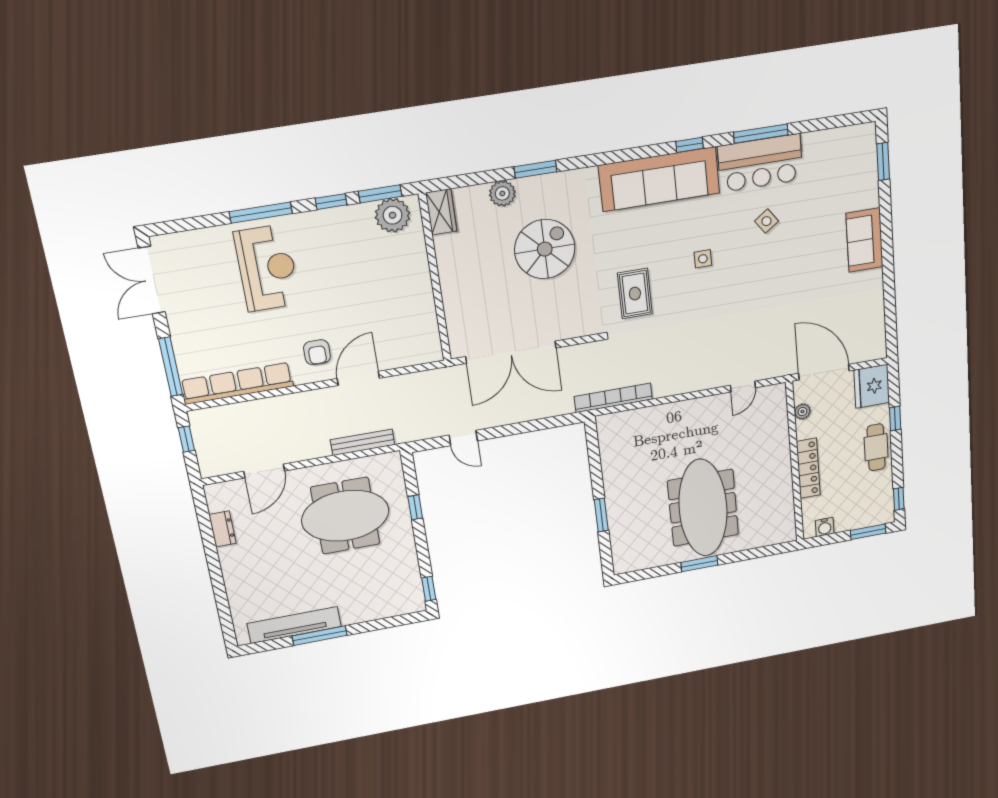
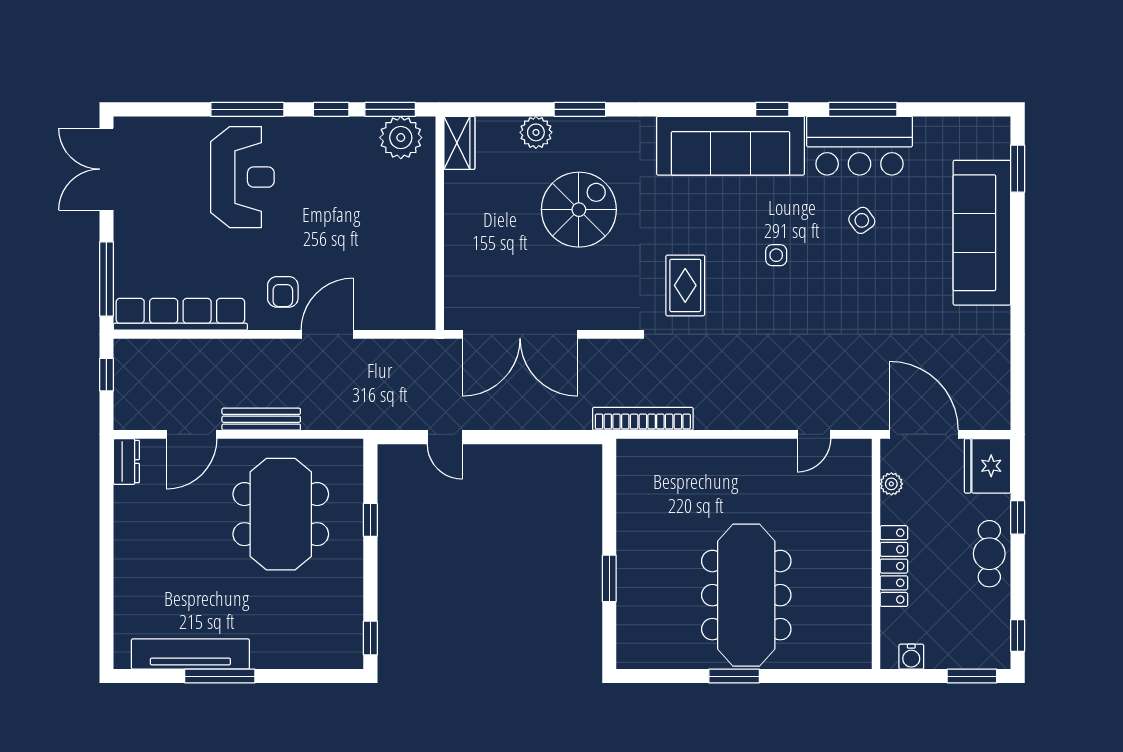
sofa: (864, 240) -> (982, 233), width x1.85, depth x1.27
bench: (363, 442) -> (261, 419), moved
meeting table: (345, 516) -> (281, 514), turned 90
dresser: (222, 529) -> (126, 462), moved

